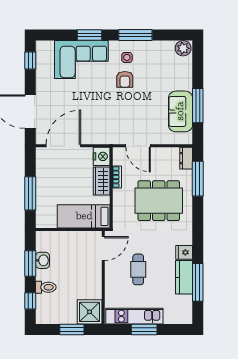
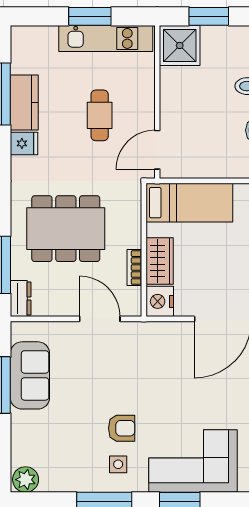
armchair: (125, 79) -> (122, 428), turned 90

